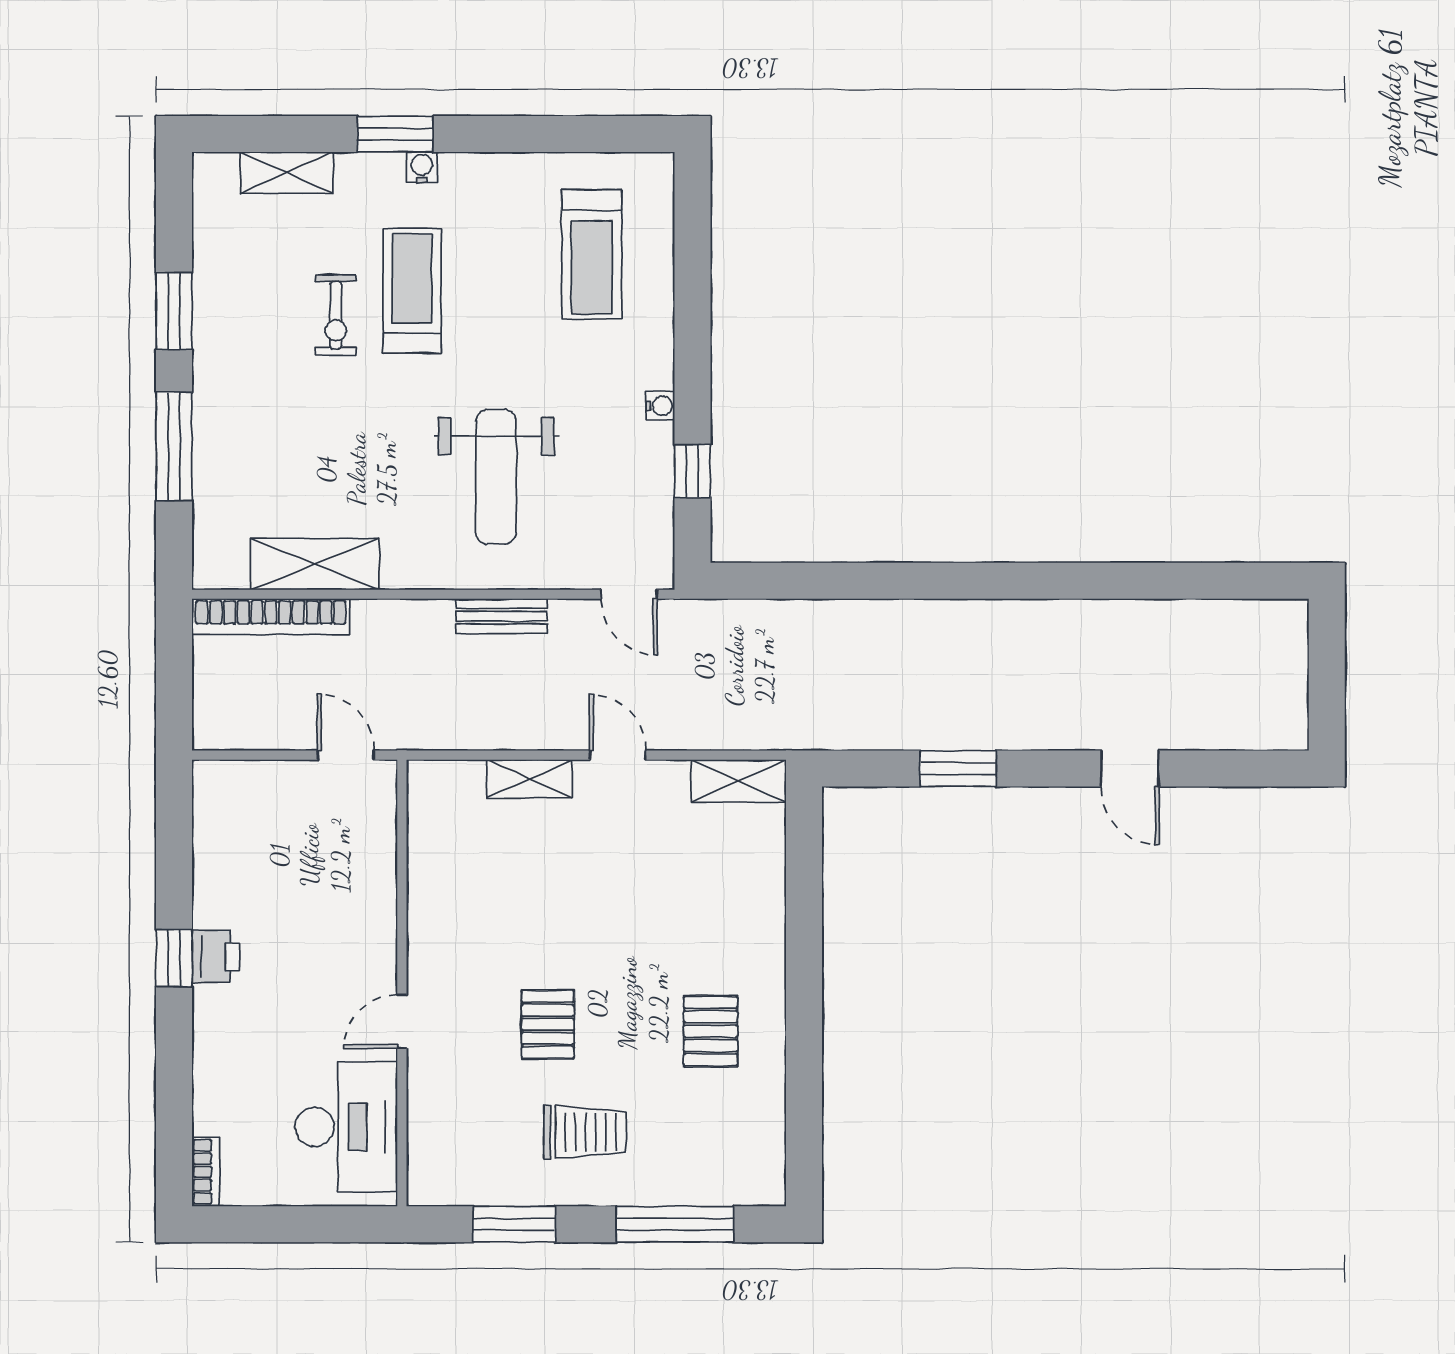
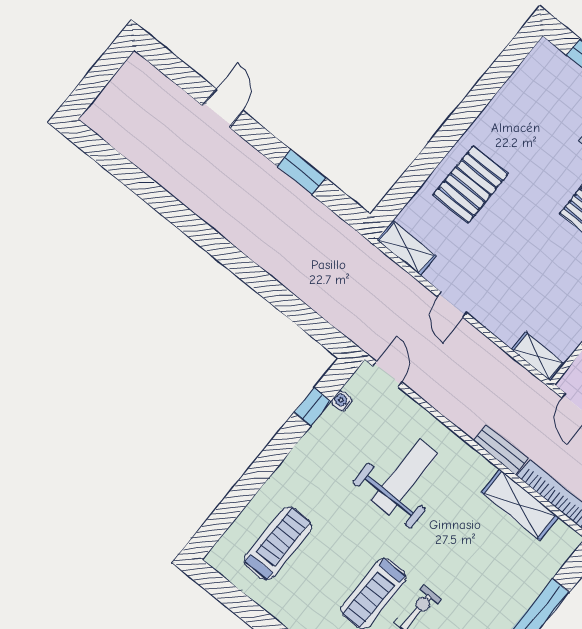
water cooler: (660, 406) -> (342, 401), moved
bench: (502, 616) -> (501, 450), moved
shelving: (529, 779) -> (538, 357), moved
pallet: (711, 1031) -> (471, 184), moved, width x1.50, depth x1.42

